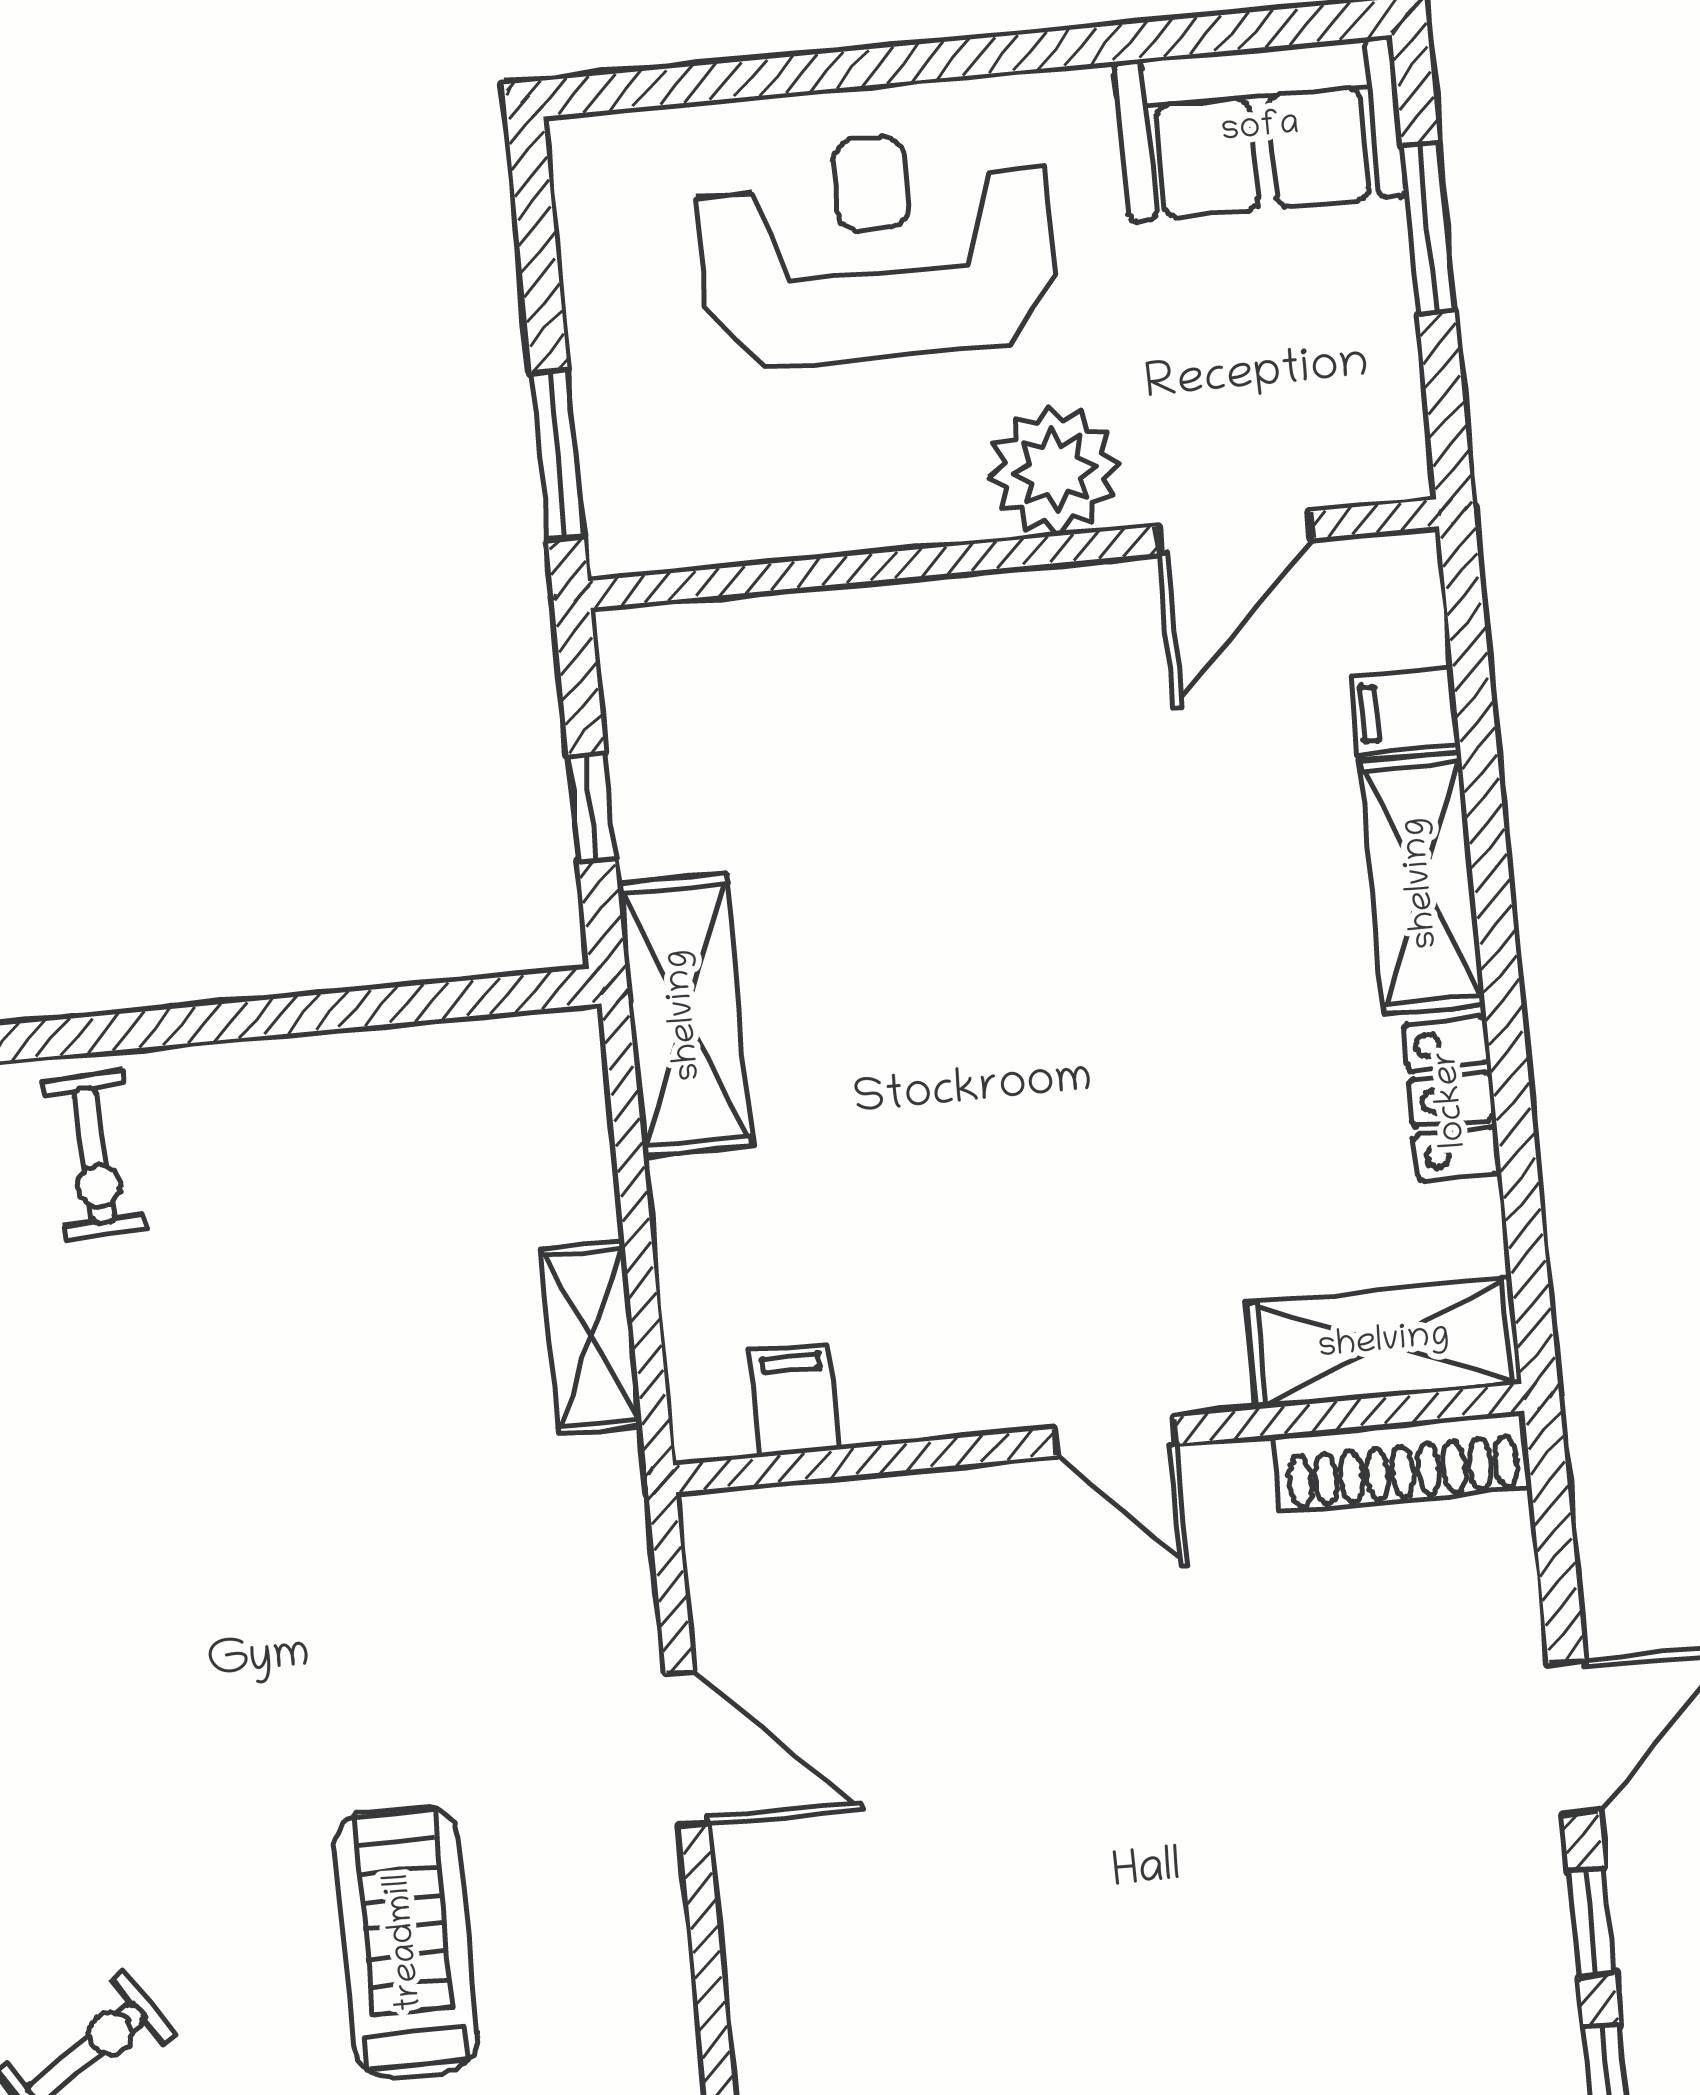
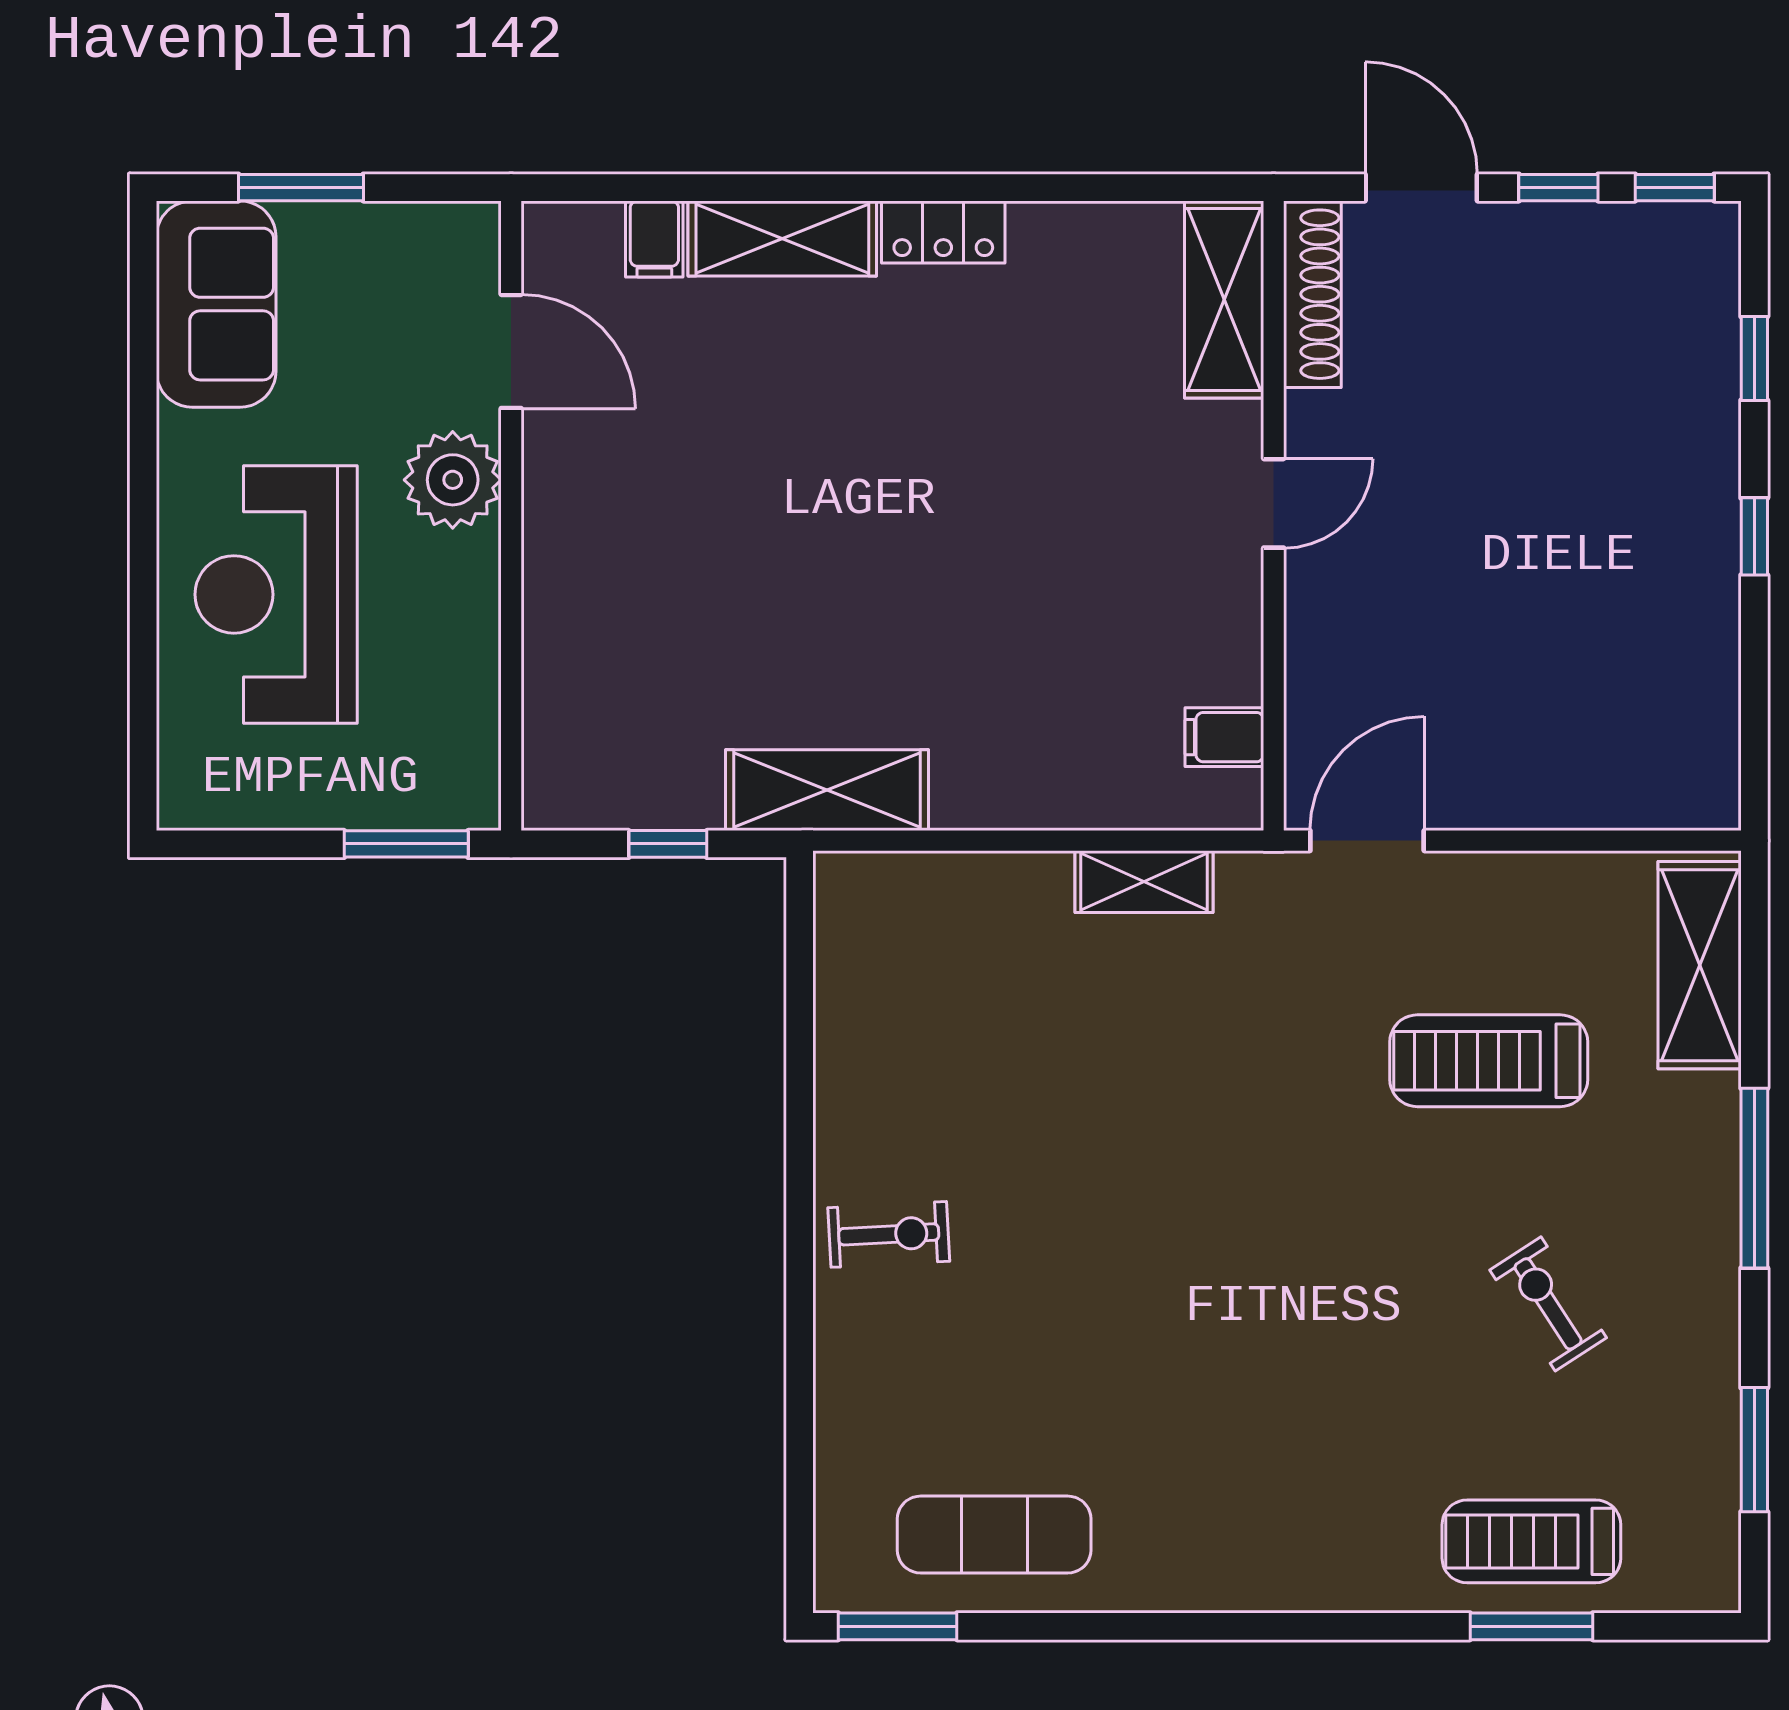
shelving: (591, 1337) -> (1144, 882), moved
shelving: (1384, 1343) -> (1224, 299), moved
filing cabinet: (794, 1400) -> (1224, 737), moved
door: (1115, 1436) -> (1274, 503), moved
wall: (1099, 1438) -> (1274, 516), moved
shoe rack: (1402, 1462) -> (1312, 294), moved

